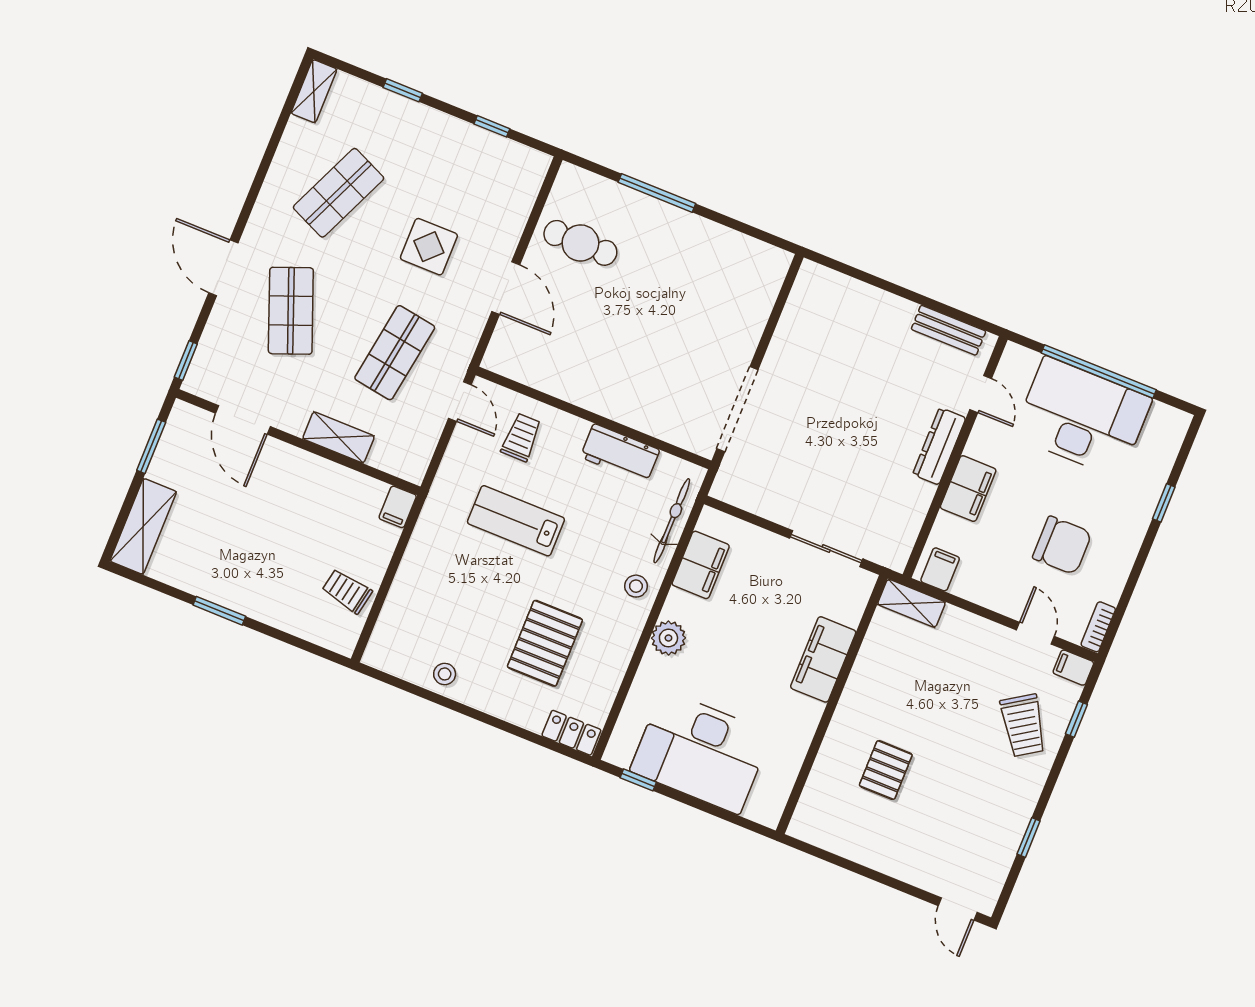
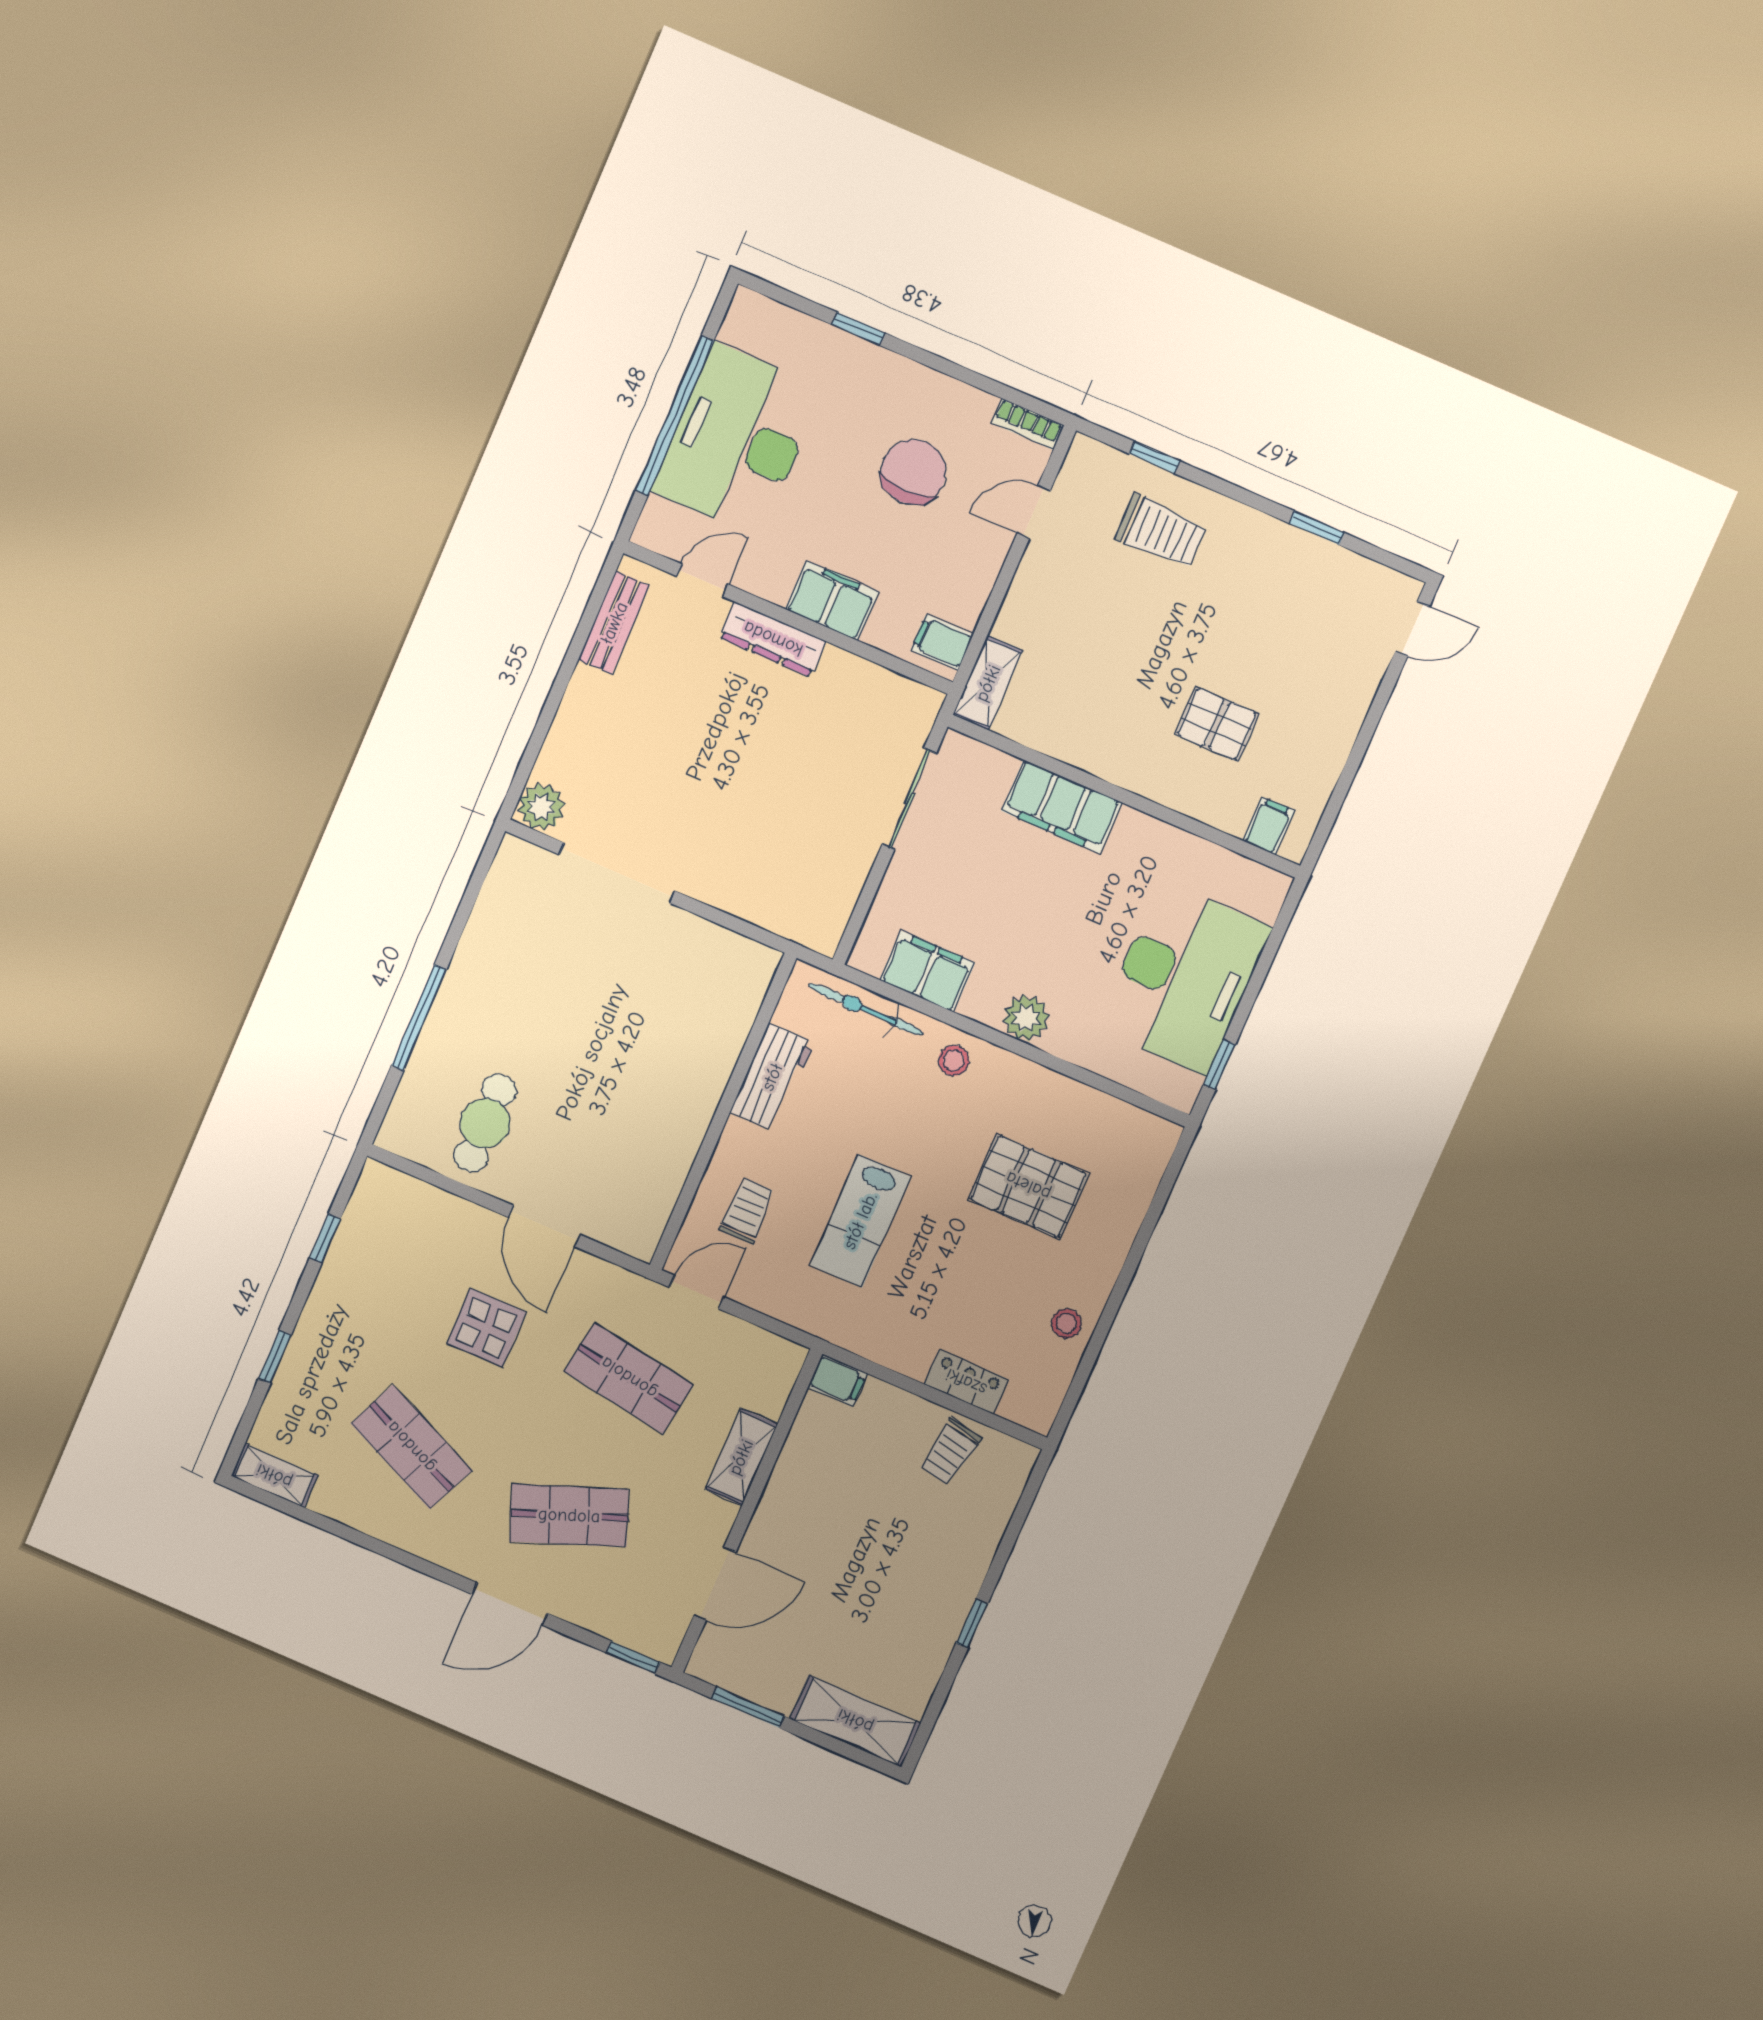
plant: (813, 280) -> (541, 807), added
door: (506, 288) -> (544, 1226), swing flipped
doorway: (737, 409) -> (617, 873), moved
trolley: (521, 437) -> (747, 1211), turned 90
window: (219, 611) -> (972, 1624), width x0.67
filing cabinet: (1073, 668) -> (1268, 826), moved, turned 180
trolley: (1023, 725) -> (1161, 532), turned 33
locker: (571, 733) -> (966, 1382), moved, turned 90

